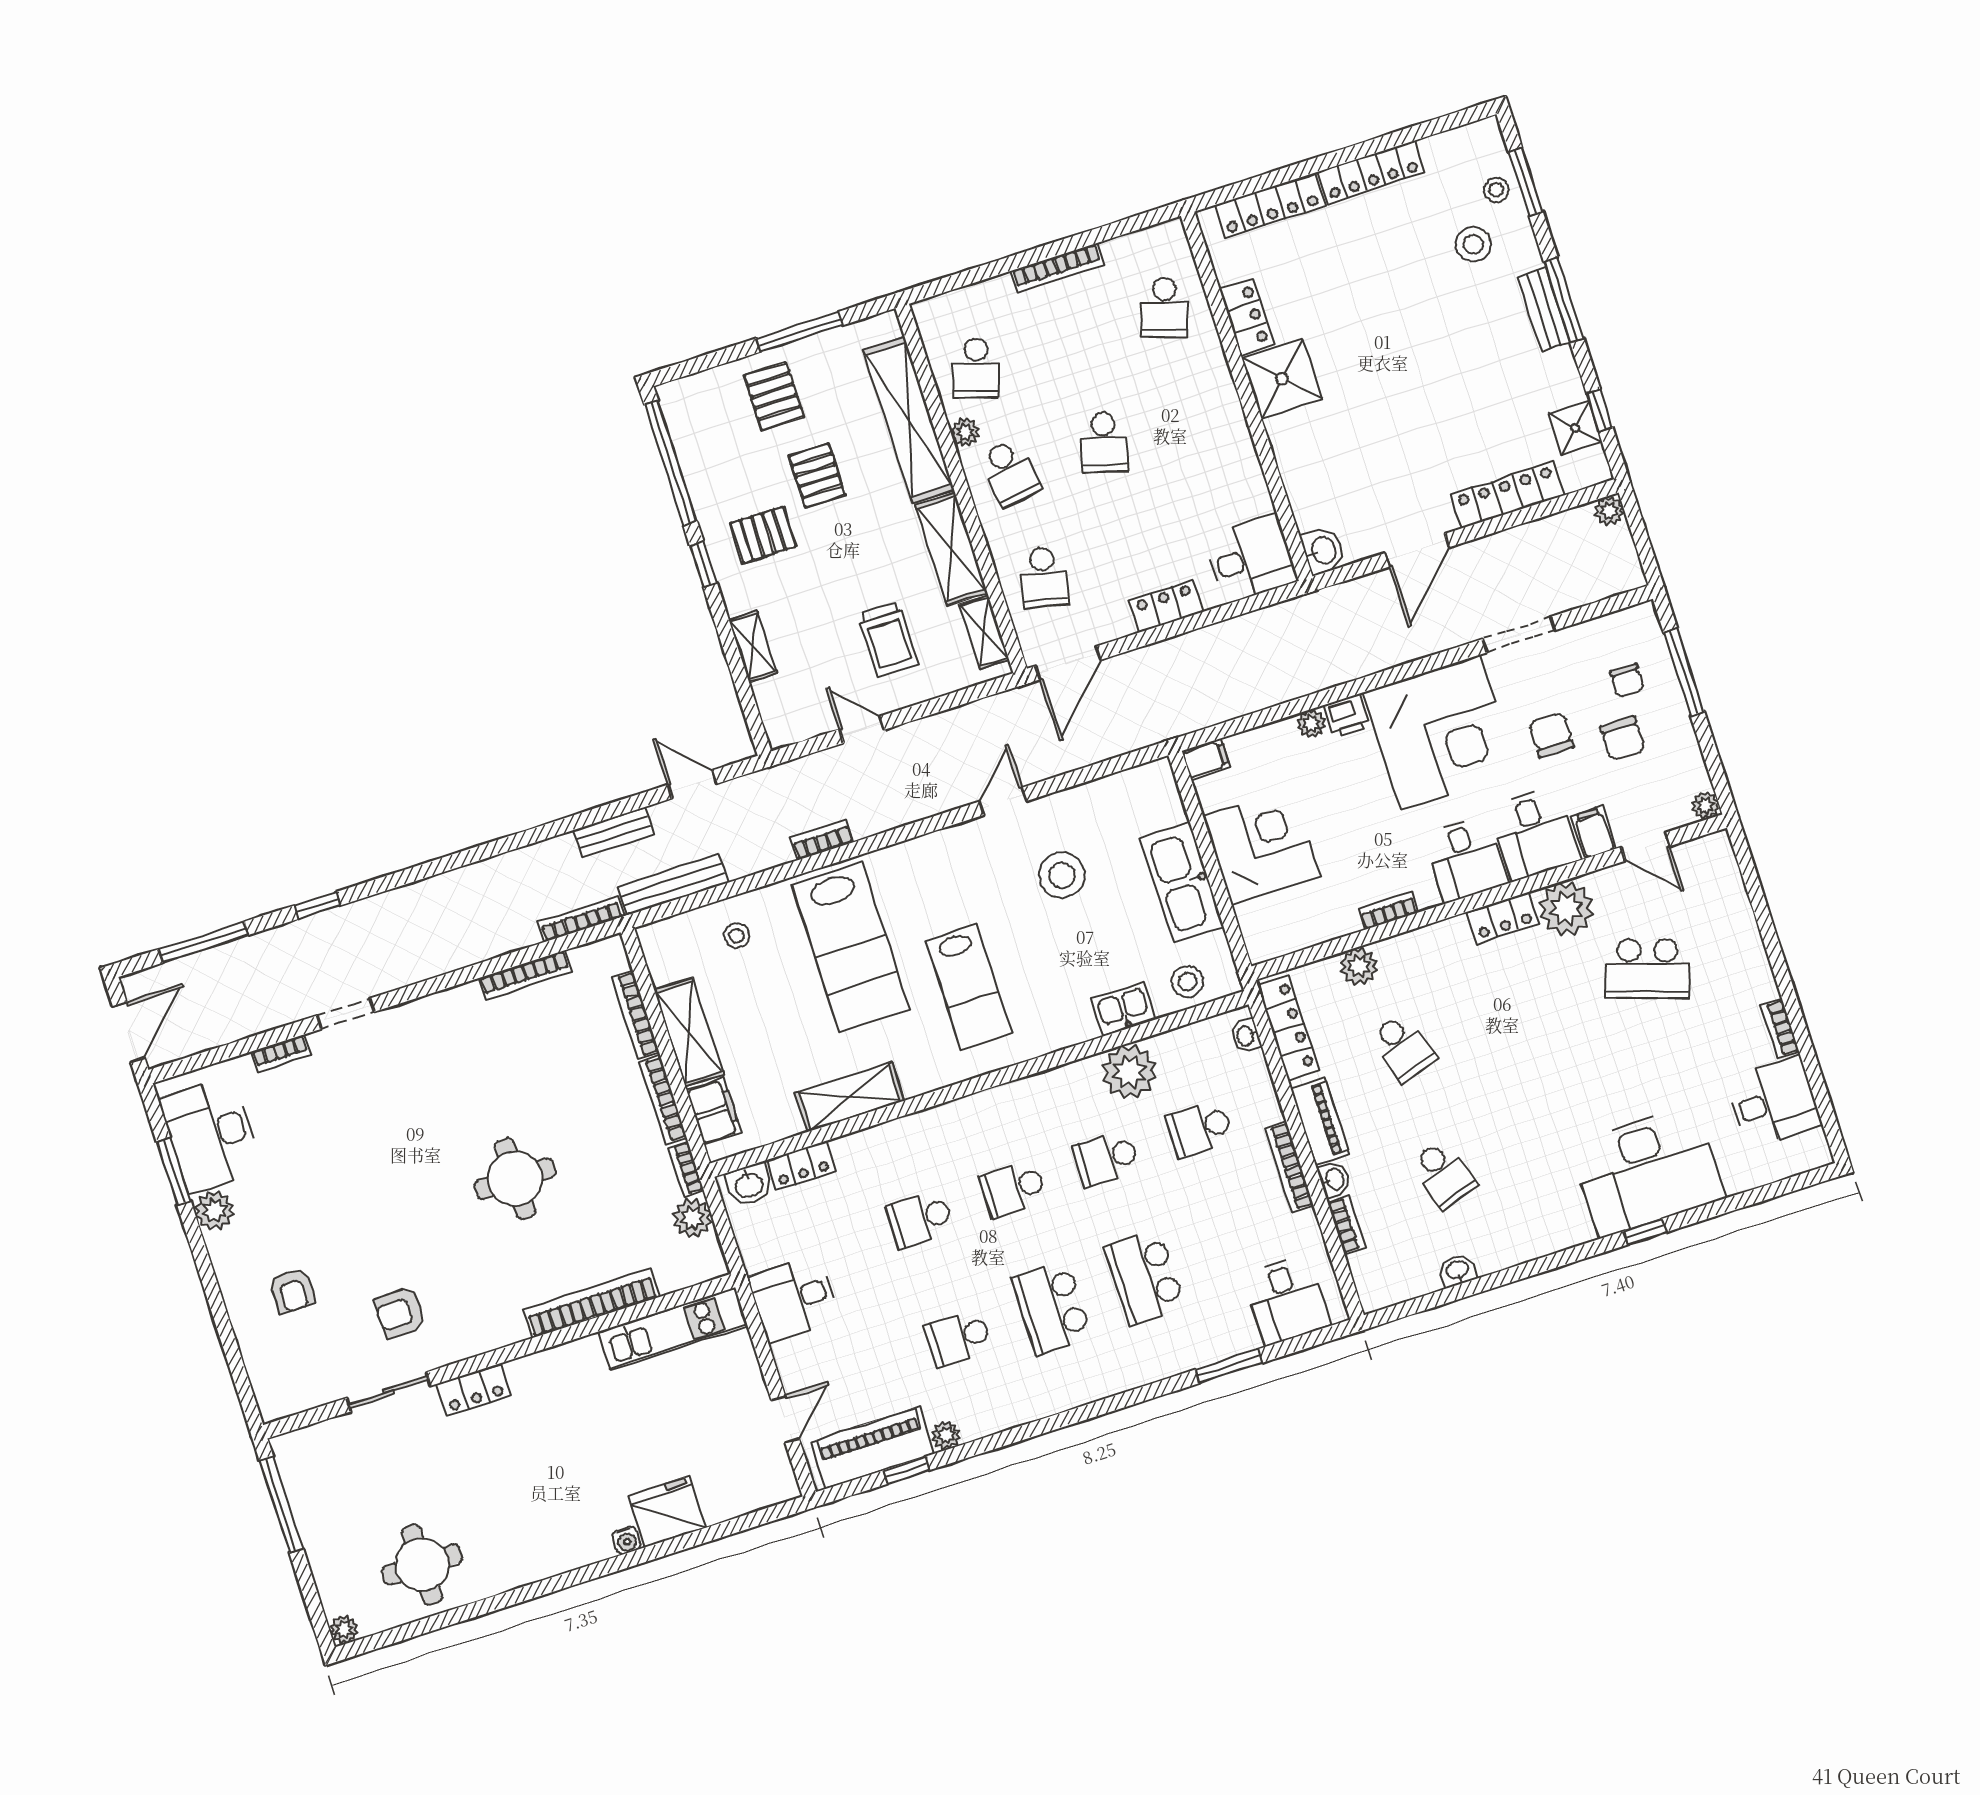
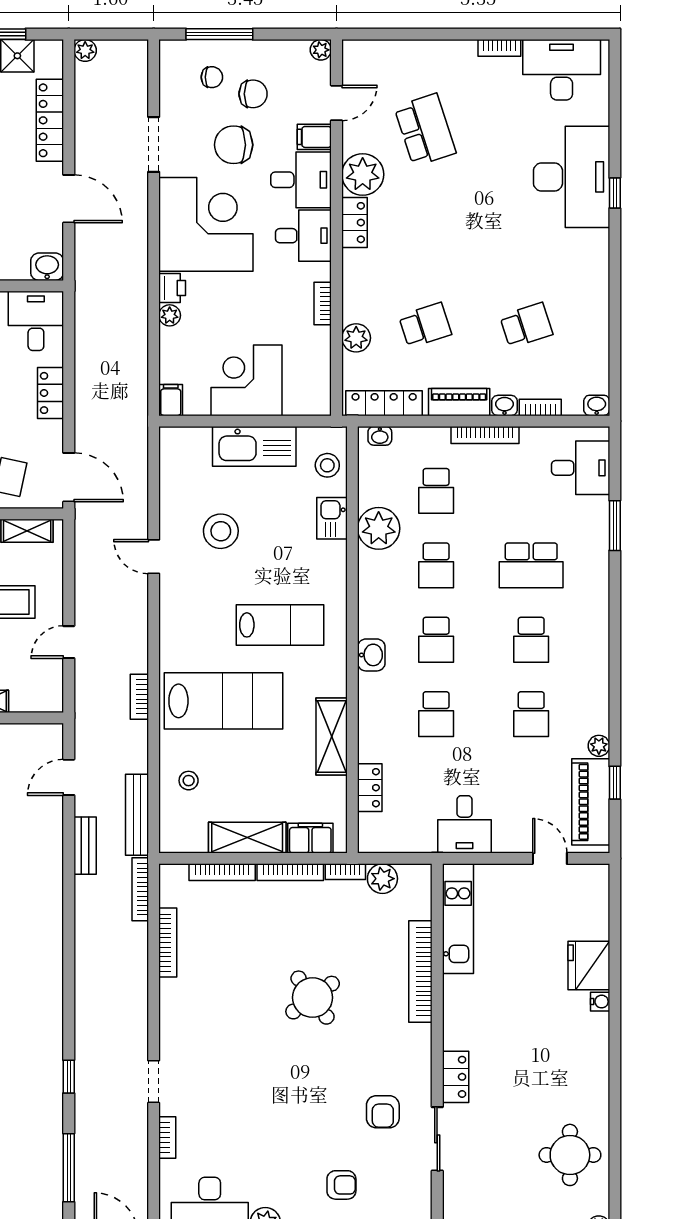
chair: (1551, 735) -> (234, 145), width x1.37, depth x1.37
school desk: (1647, 969) -> (425, 130), turned -36
desk: (1773, 1102) -> (562, 70), width x1.37
round table: (515, 1179) -> (313, 998), turned -36
washbasin: (749, 1184) -> (371, 655), moved
washbasin: (1458, 1271) -> (597, 405), moved, turned 90
school desk: (1052, 1308) -> (531, 640), width x0.54

